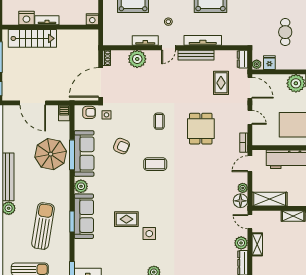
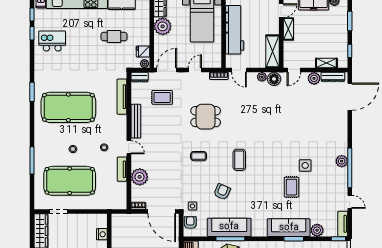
nightstand: (92, 19) -> (102, 234), moved
tv unit: (203, 40) -> (122, 97), moved
plant: (81, 186) -> (317, 230), moved
shelving: (257, 244) -> (326, 63), moved

